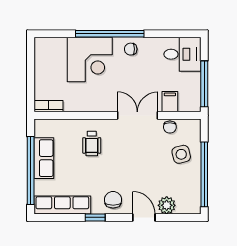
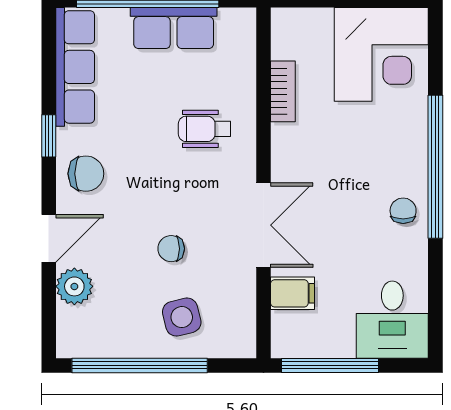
corner desk: (90, 59) -> (381, 54), moved, turned -90
bookcase: (48, 106) -> (283, 91), moved
chair: (170, 127) -> (171, 249), moved

